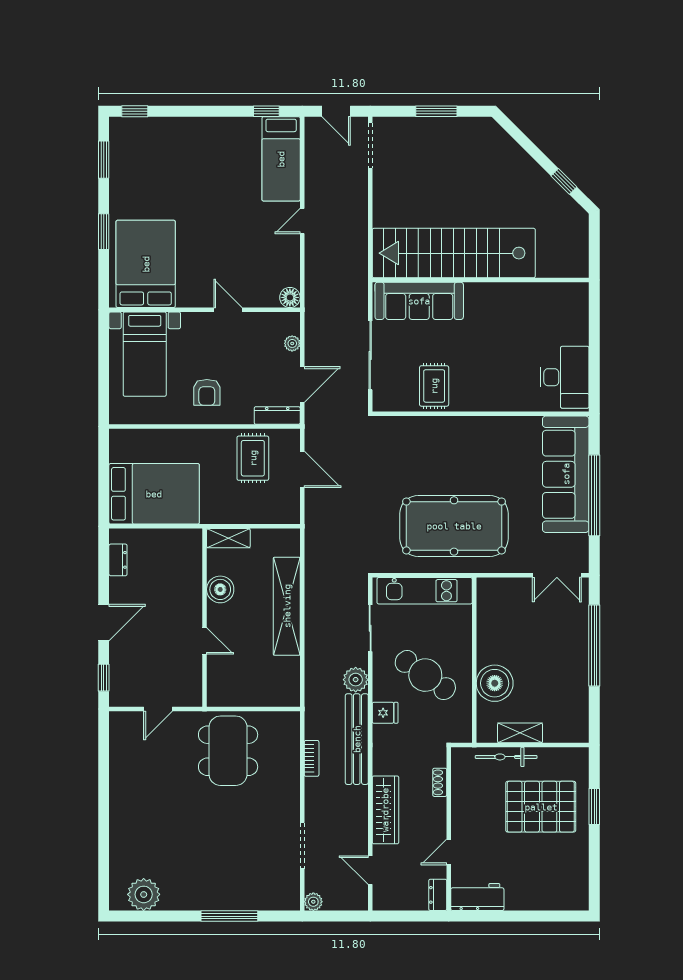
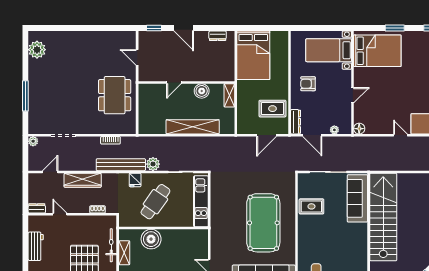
pool table: (454, 526) -> (263, 223), moved
dining table: (228, 751) -> (115, 95), turned 90
workbench: (477, 897) -> (36, 246), moved

